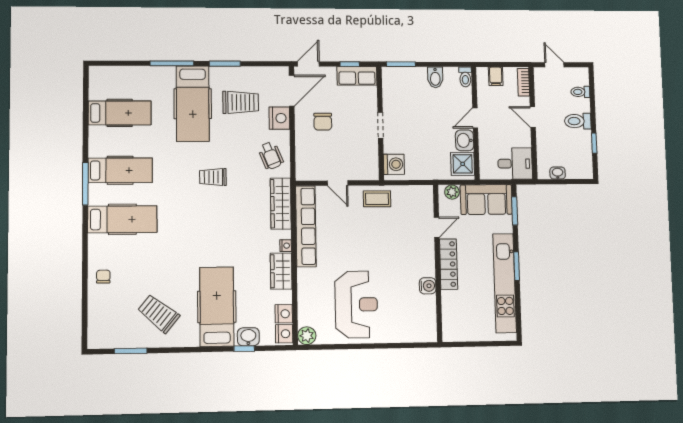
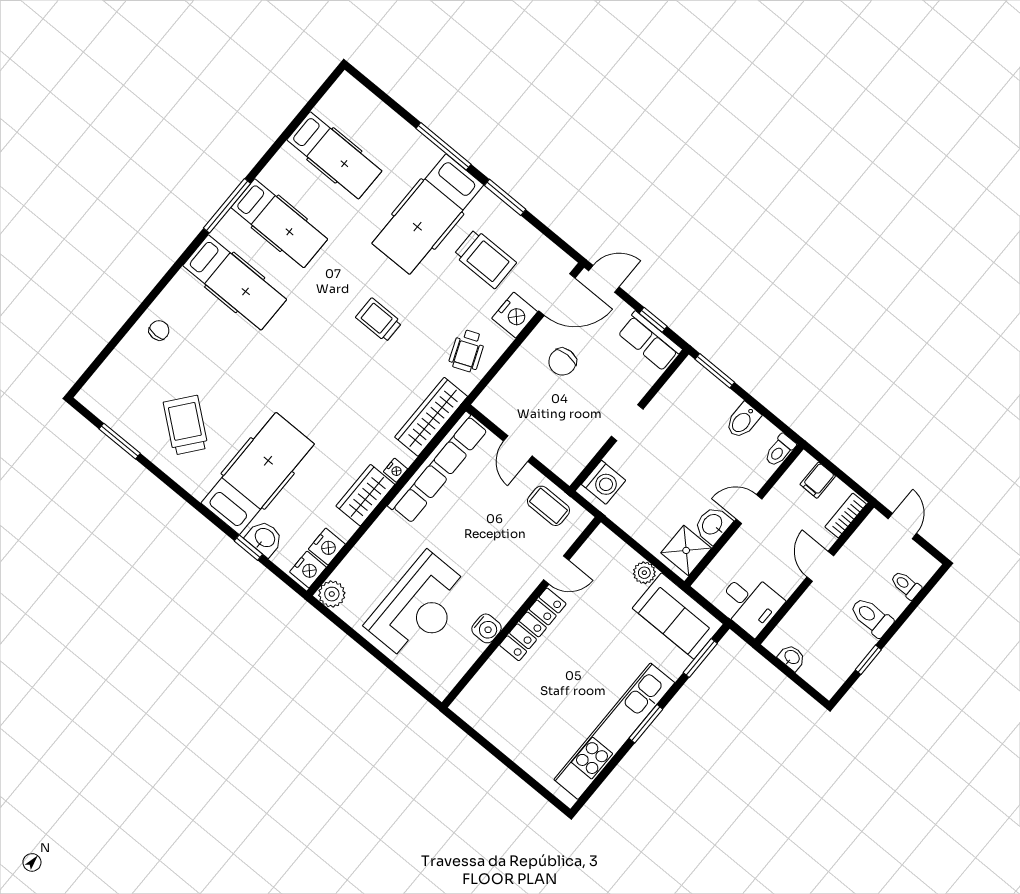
door: (437, 227) -> (556, 570), moved
wall: (438, 263) -> (521, 612), moved
locker: (449, 264) -> (533, 624), moved
water cooler: (428, 286) -> (486, 628), moved

